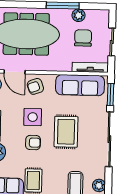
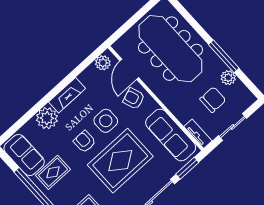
tv unit: (90, 67) -> (198, 134), width x0.71
rug: (66, 132) -> (120, 161), width x1.37, depth x1.44
armchair: (33, 143) -> (85, 142), turned 180

